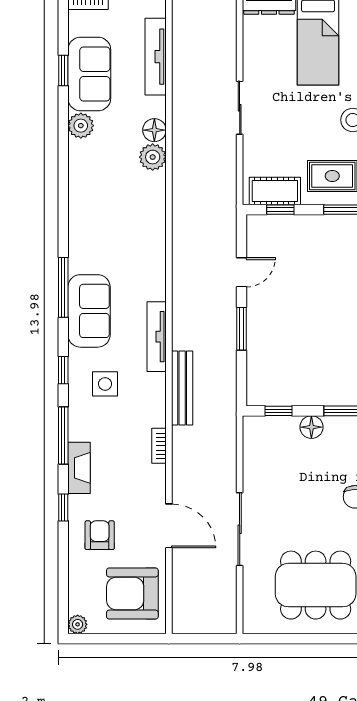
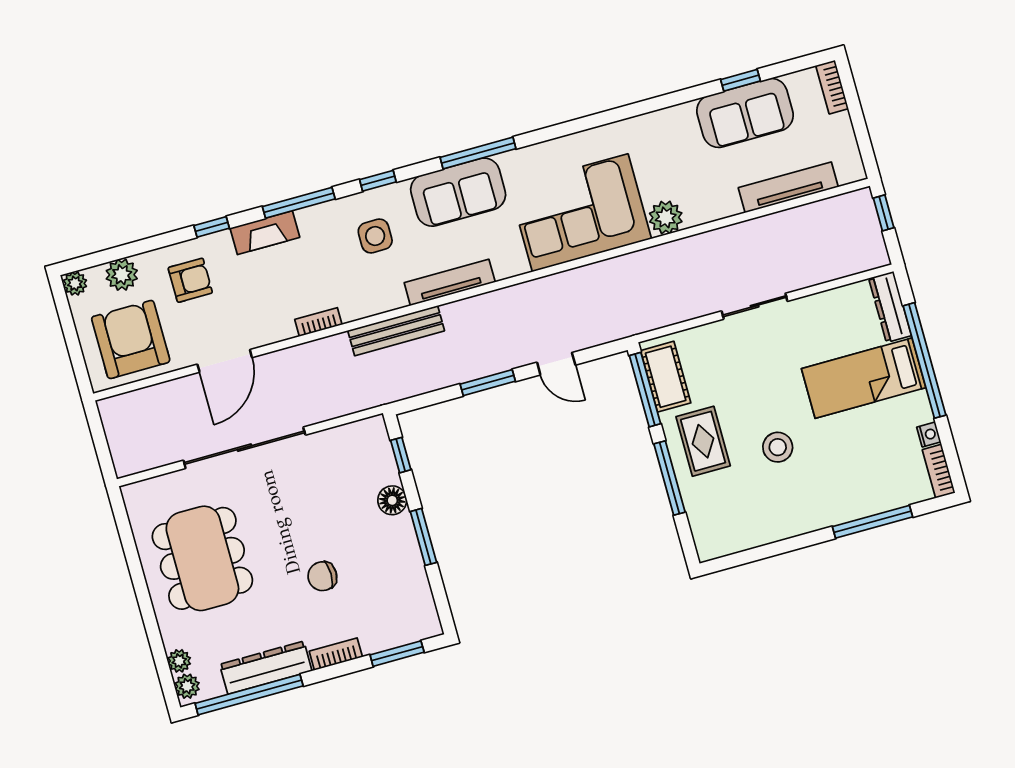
plant: (81, 126) -> (122, 275), moved
floor lamp: (154, 130) -> (699, 211), removed
window: (280, 210) -> (645, 390), width x2.17
corner sofa: (131, 222) -> (580, 213), added
sliding door: (240, 529) -> (244, 448), width x1.36

